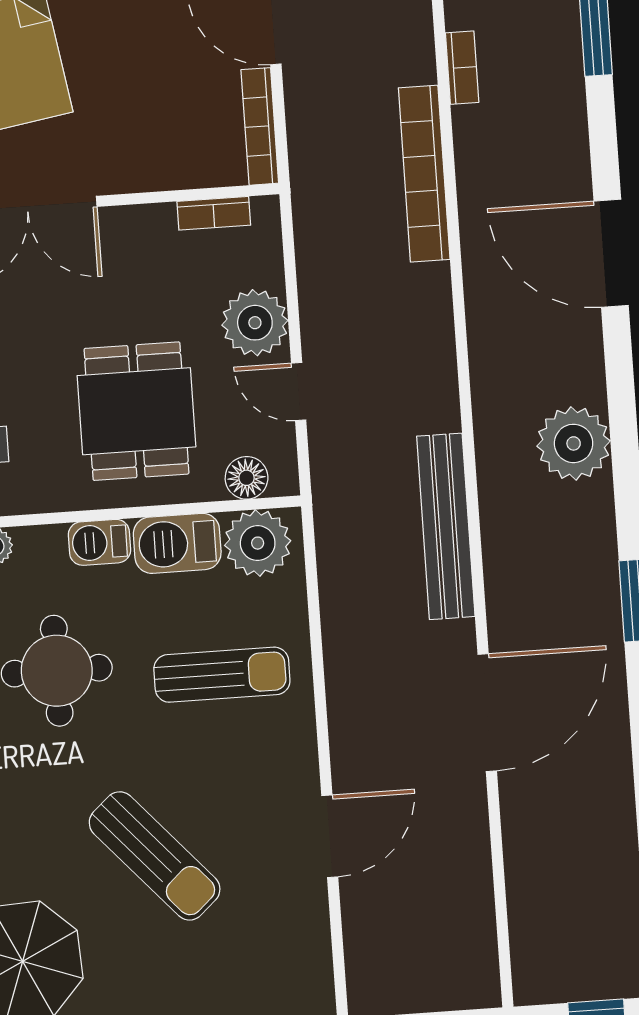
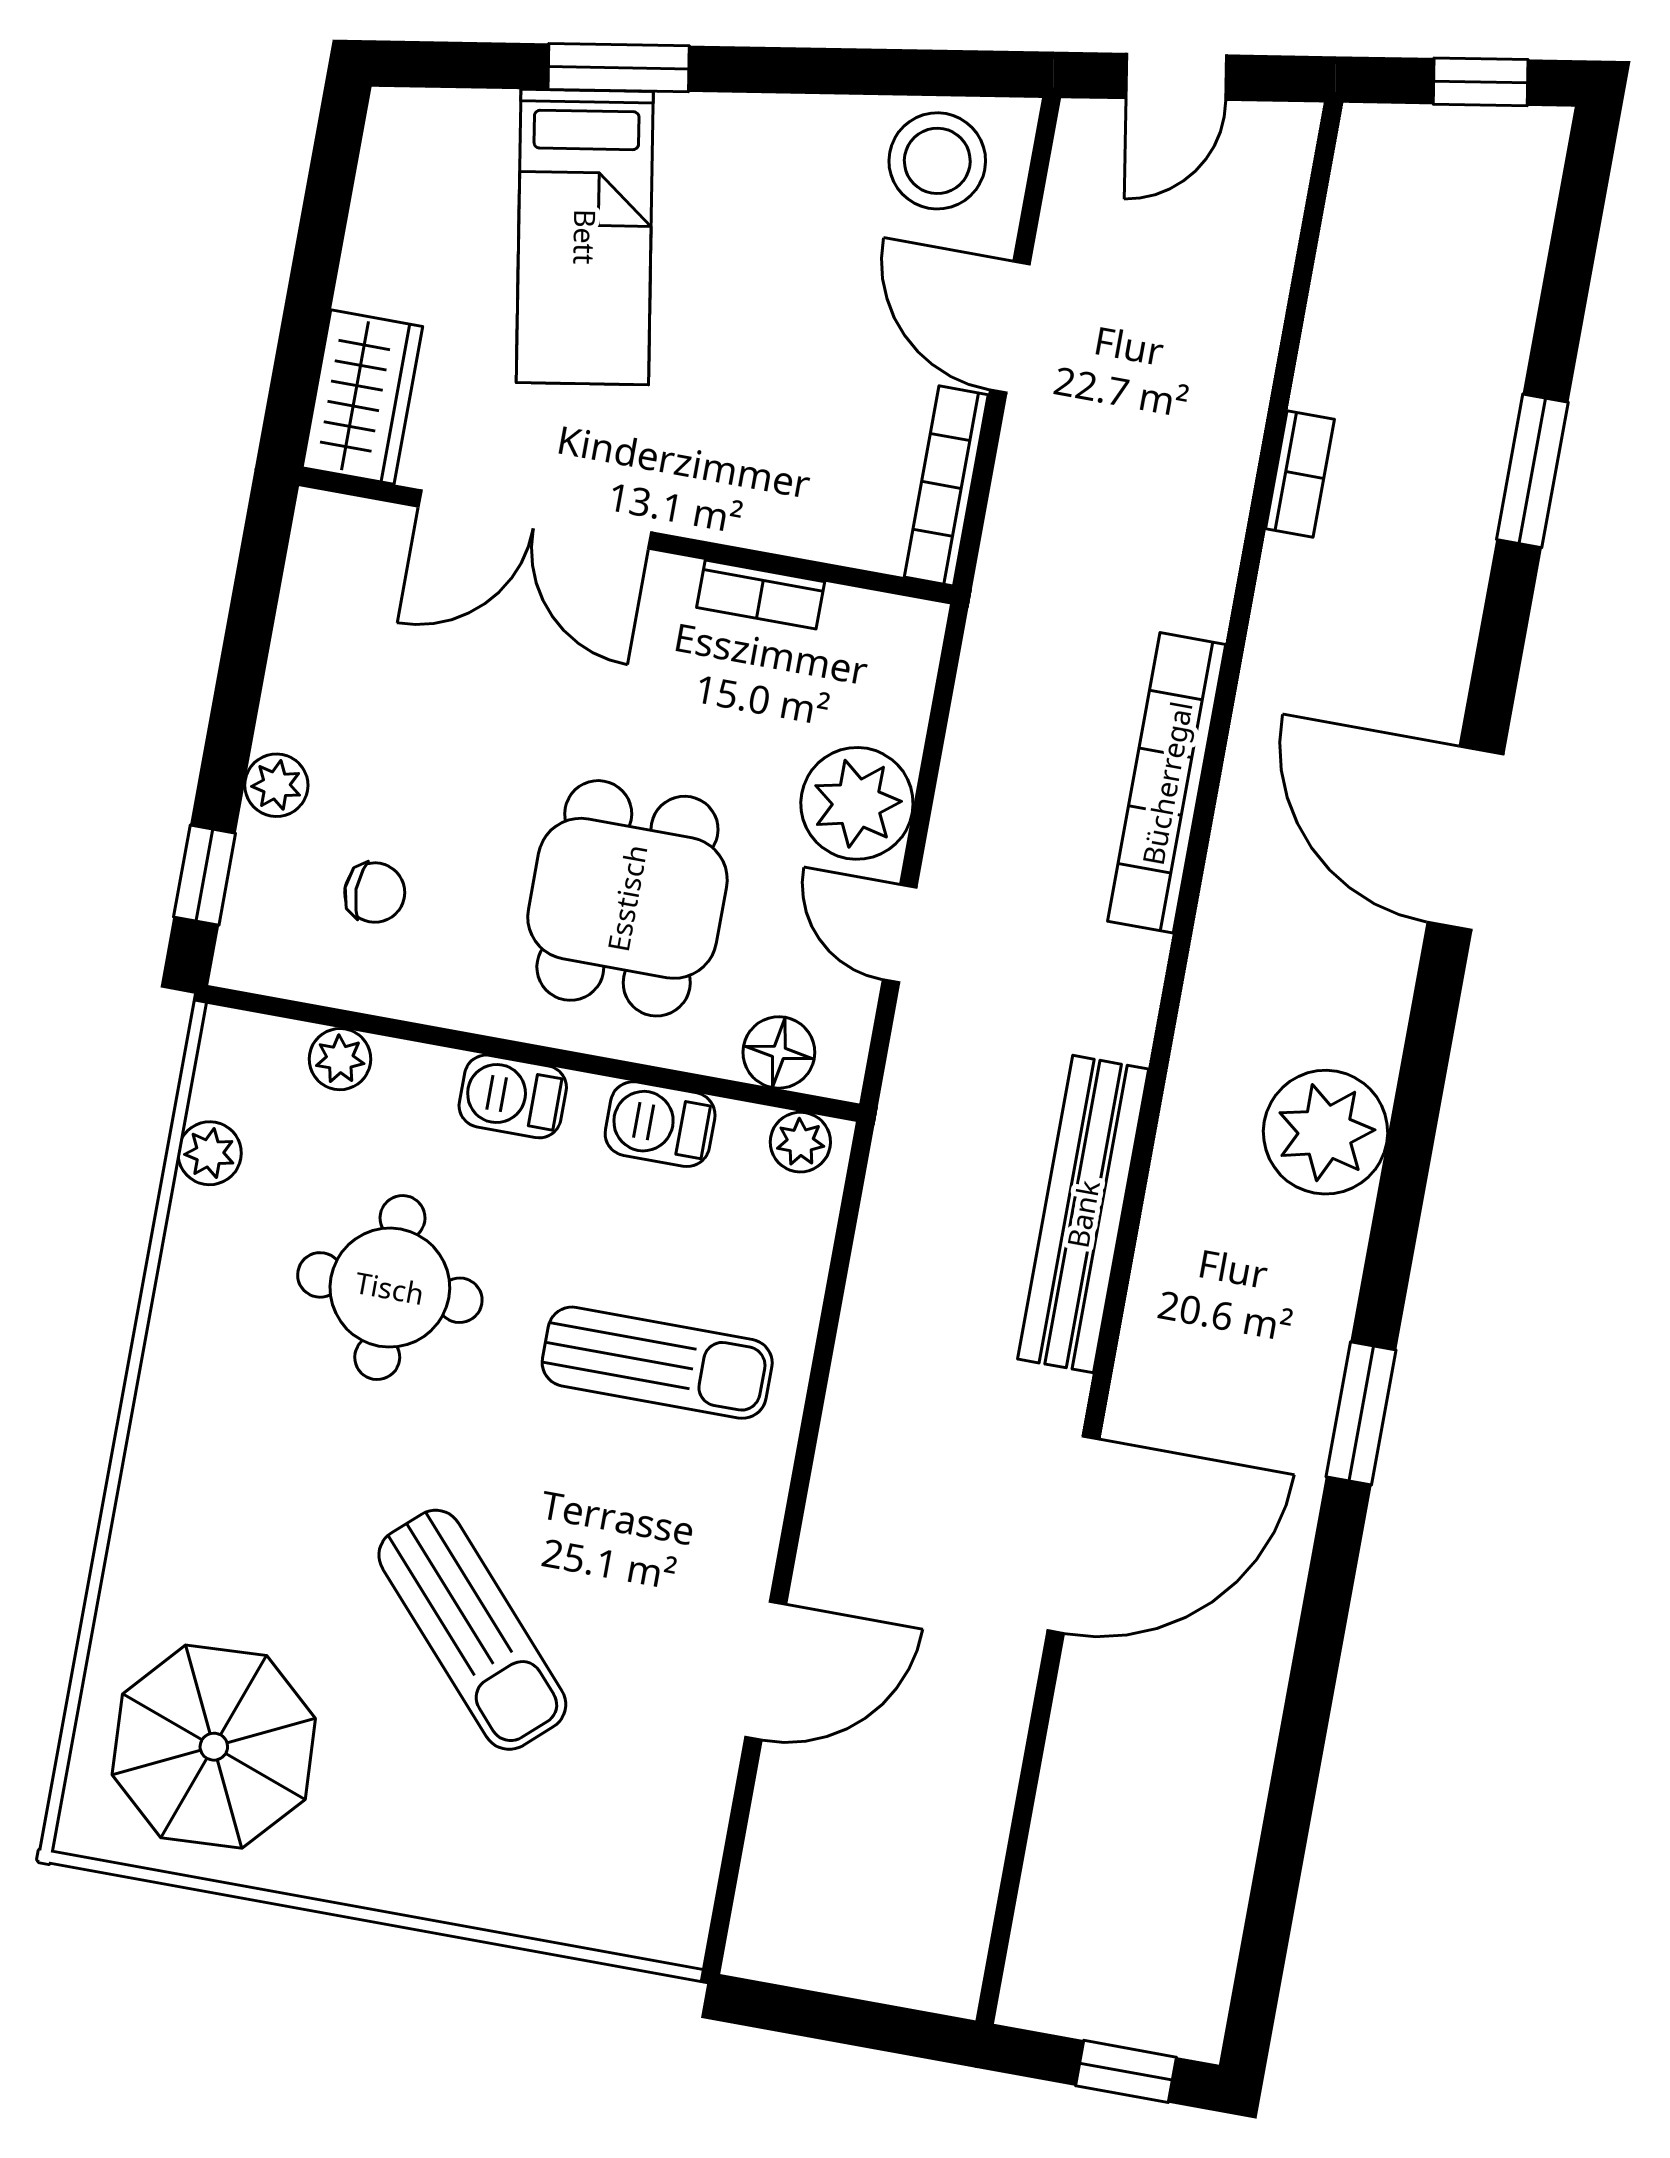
bookcase: (424, 174) -> (1167, 783), moved
bookcase: (214, 213) -> (761, 595), moved
barbecue: (177, 543) -> (660, 1124), width x0.73, depth x0.79
plant: (258, 543) -> (800, 1142), width x0.53, depth x0.53

